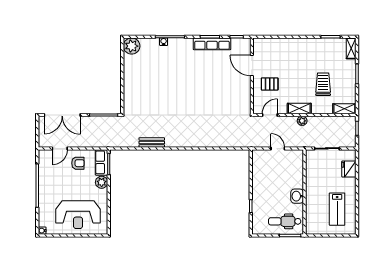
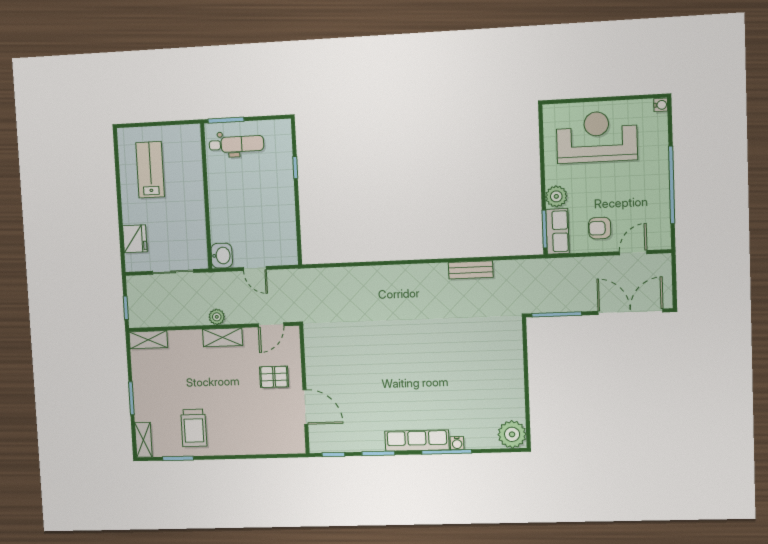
row of seats: (212, 44) -> (417, 441), moved
trolley: (323, 84) -> (194, 428), moved
washbasin: (297, 196) -> (222, 256), moved

